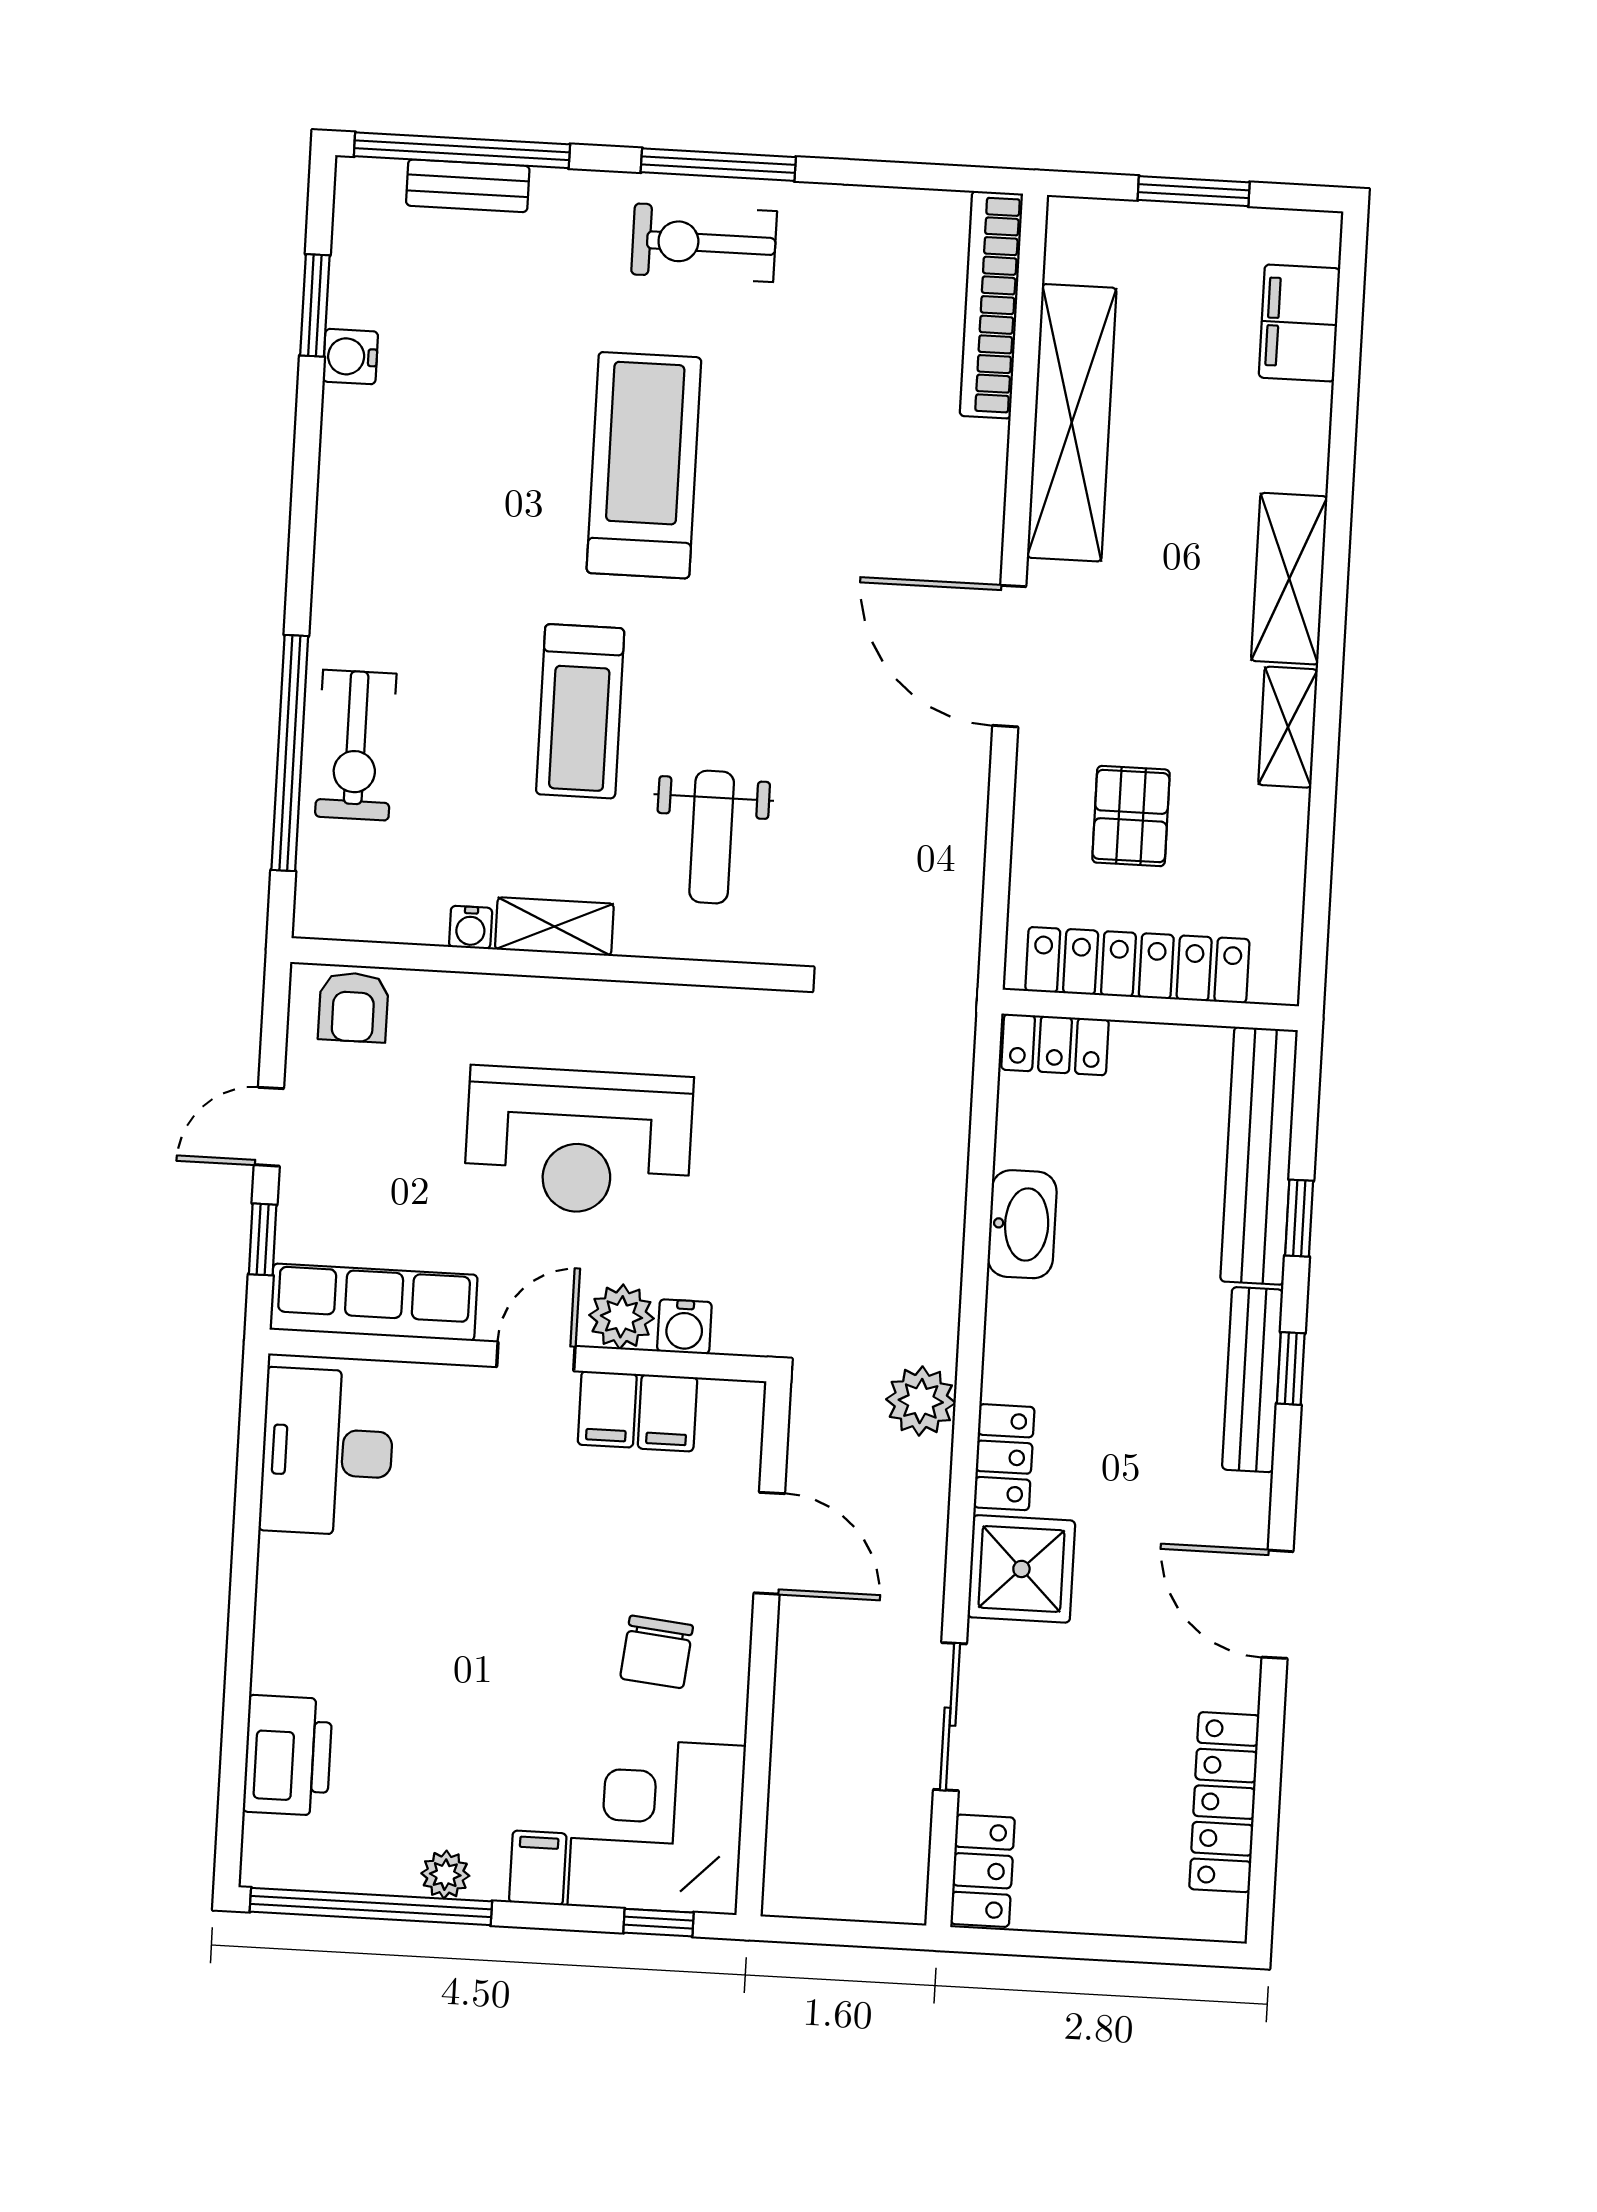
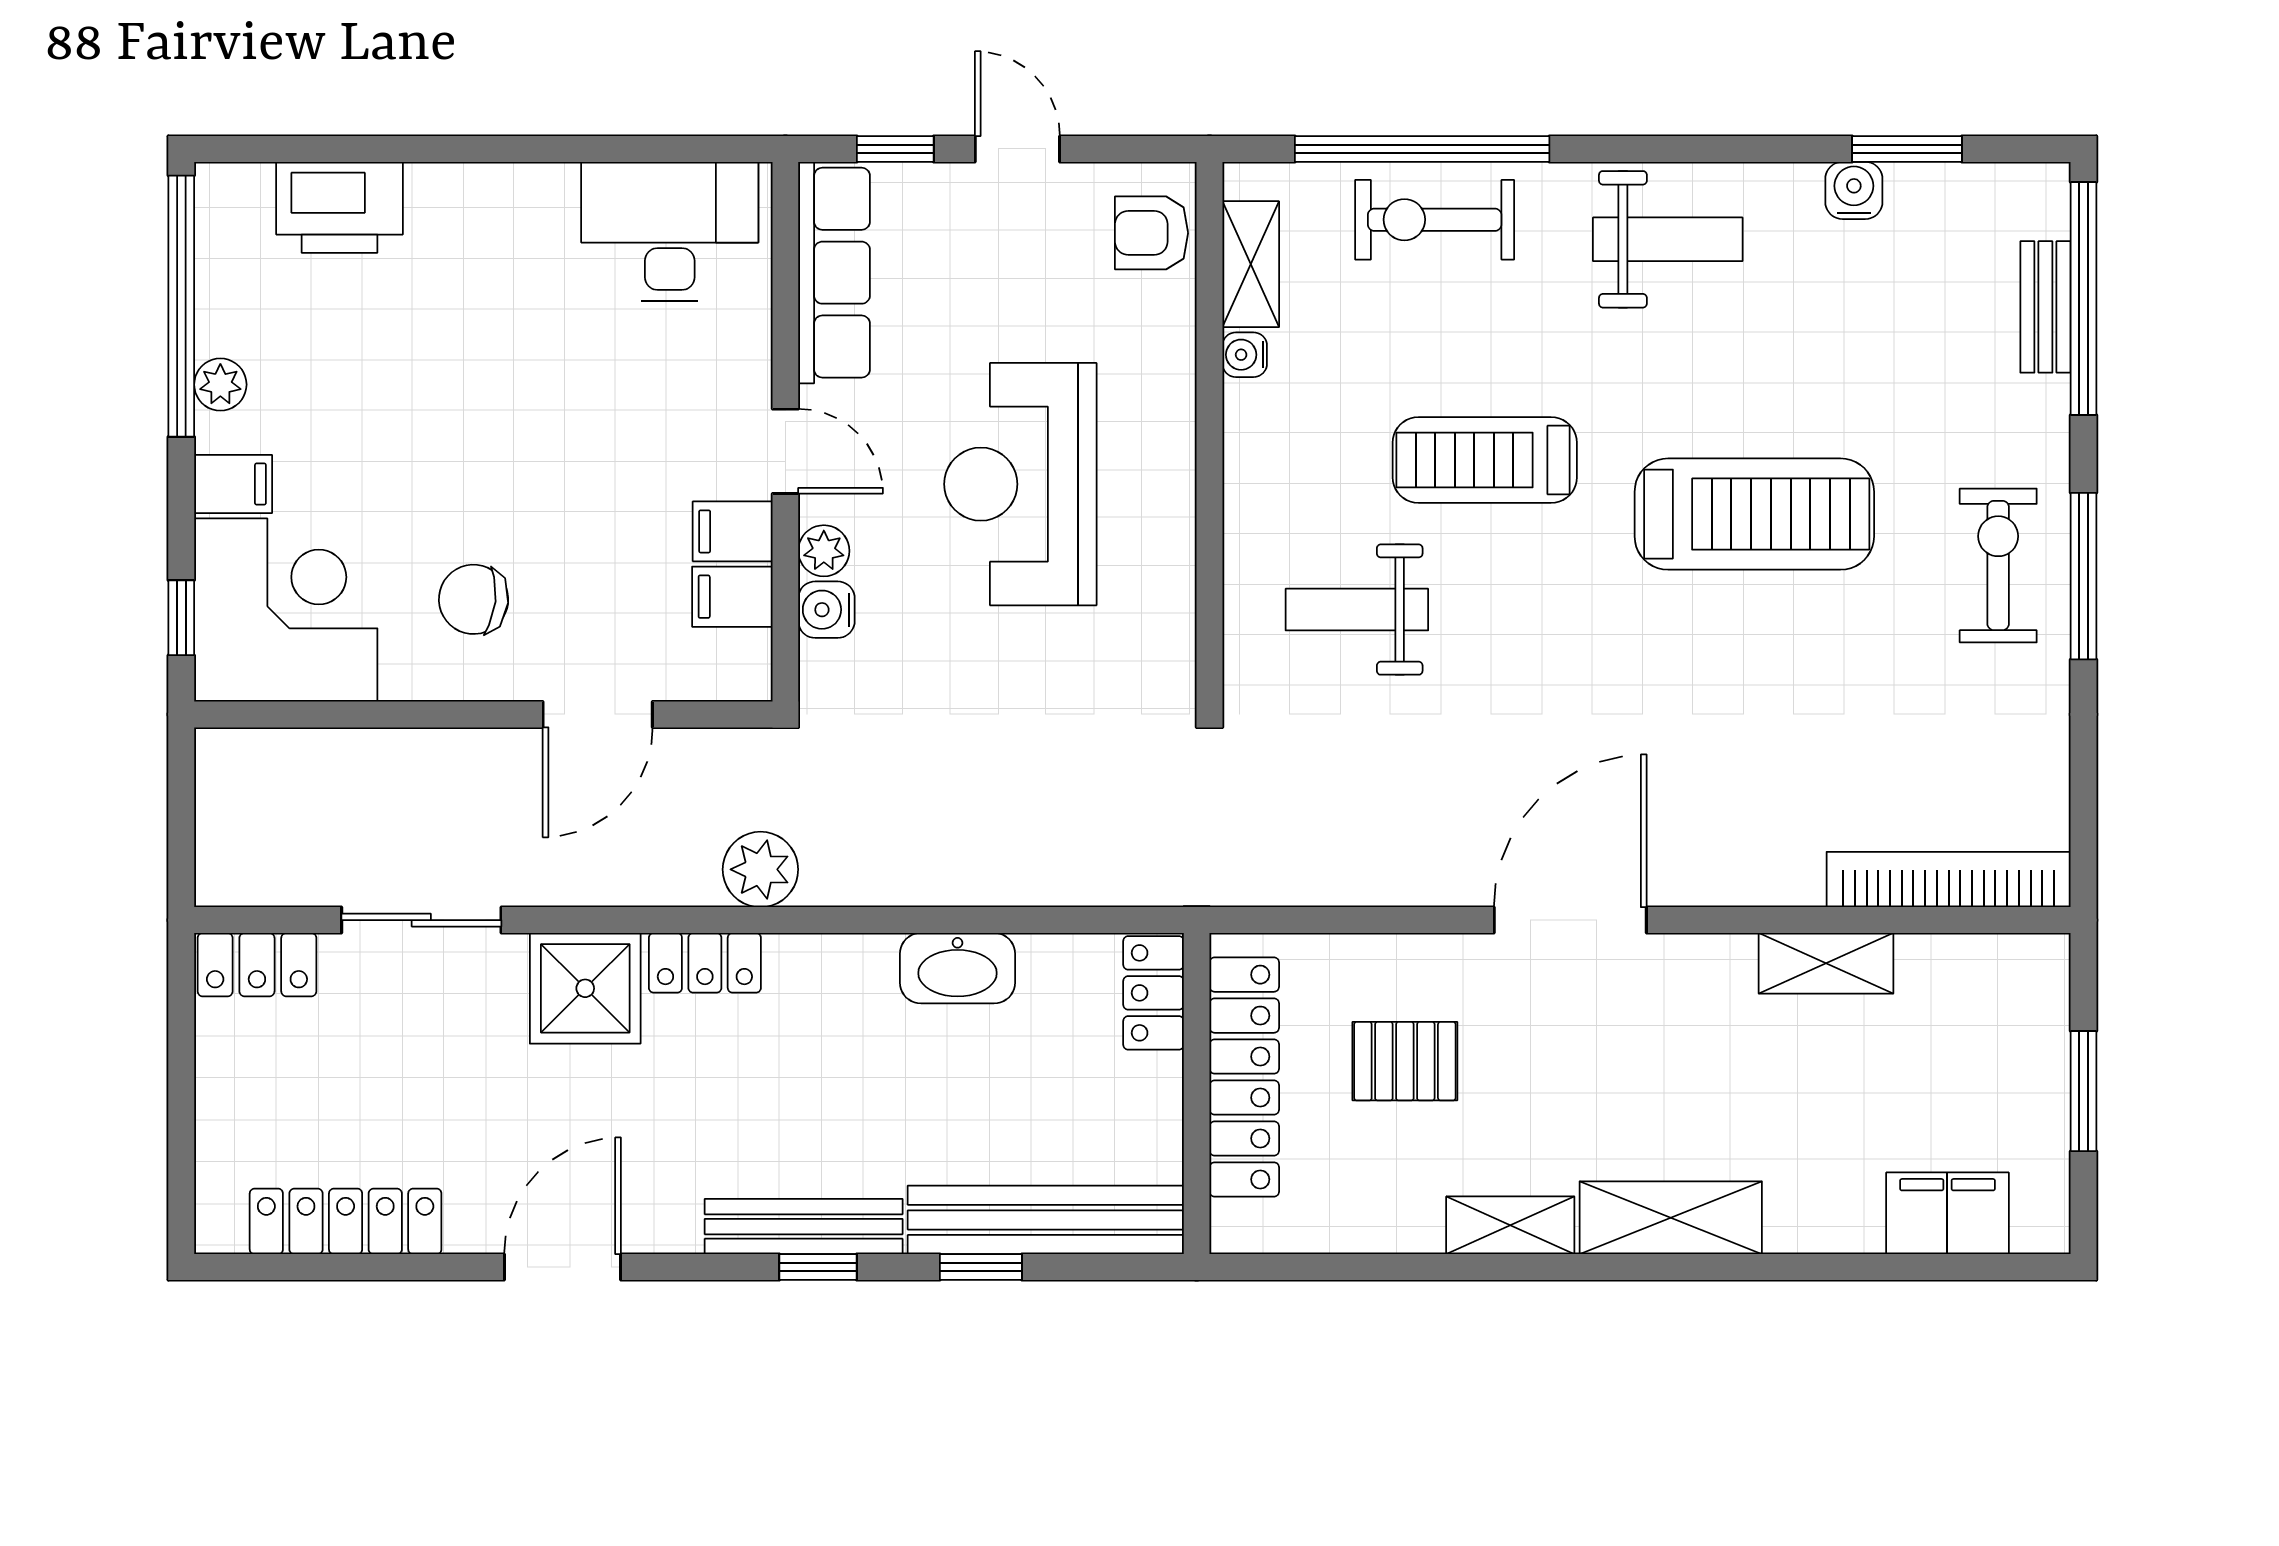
shelving: (1072, 423) -> (1826, 963), width x0.45, depth x0.75
weight bench: (386, 531) -> (1668, 239), added
shelving: (554, 927) -> (1251, 264), moved
plant: (621, 1317) -> (824, 551), width x0.73, depth x0.73

